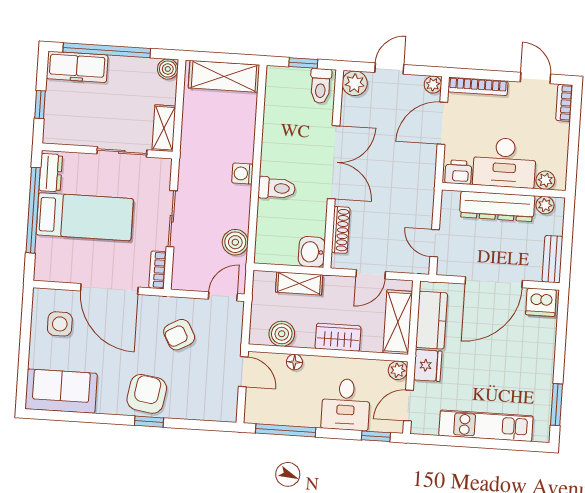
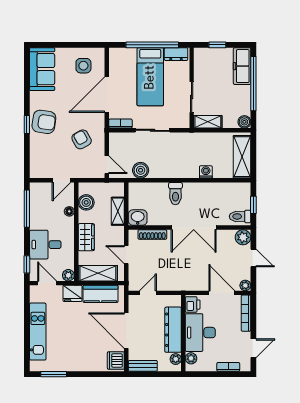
bookcase: (564, 103) -> (228, 367), moved
washing machine: (242, 174) -> (206, 172), moved

